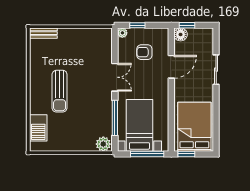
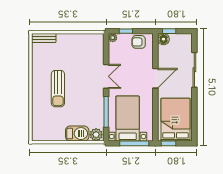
armchair: (144, 52) -> (139, 42), moved
door: (171, 67) -> (155, 78), moved
sliding door: (216, 70) -> (194, 70), width x1.37
barbecue: (38, 128) -> (77, 134), moved, turned -90

